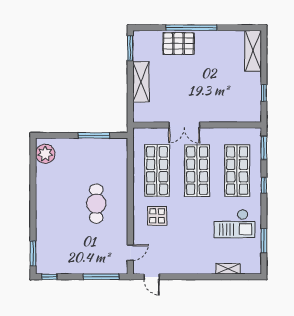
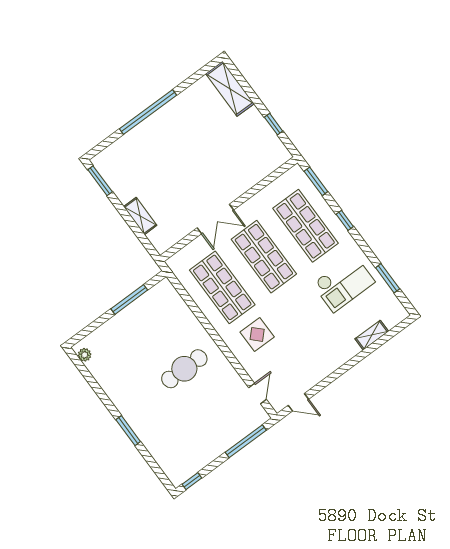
pallet: (178, 44) -> (147, 139), removed
shelving: (141, 82) -> (140, 216), width x0.67, depth x0.75
plant: (45, 154) -> (85, 355), width x0.53, depth x0.53
cafe table: (96, 204) -> (184, 369), turned 90
window: (33, 253) -> (128, 431), moved

